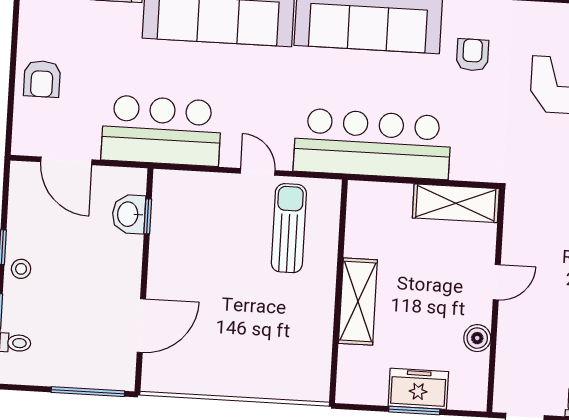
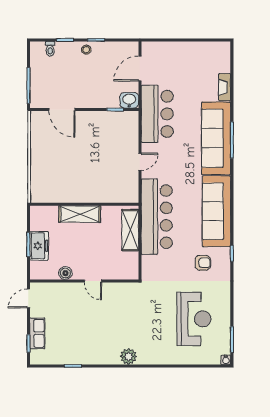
armchair: (42, 79) -> (179, 54), removed
shelving: (456, 203) -> (130, 230), moved
washbasin: (129, 214) -> (129, 100), moved
sun lounger: (289, 228) -> (113, 178), removed

